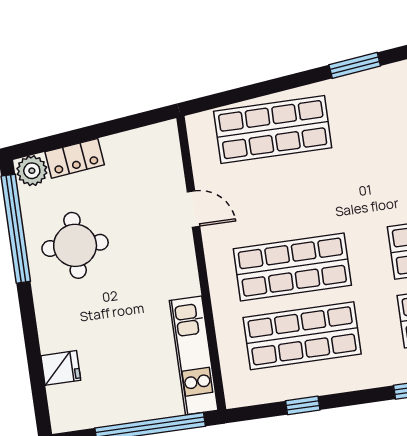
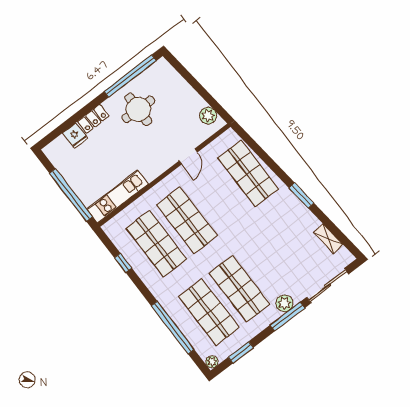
locker: (75, 158) -> (93, 119), moved, turned -84
plant: (32, 171) -> (208, 116), moved

